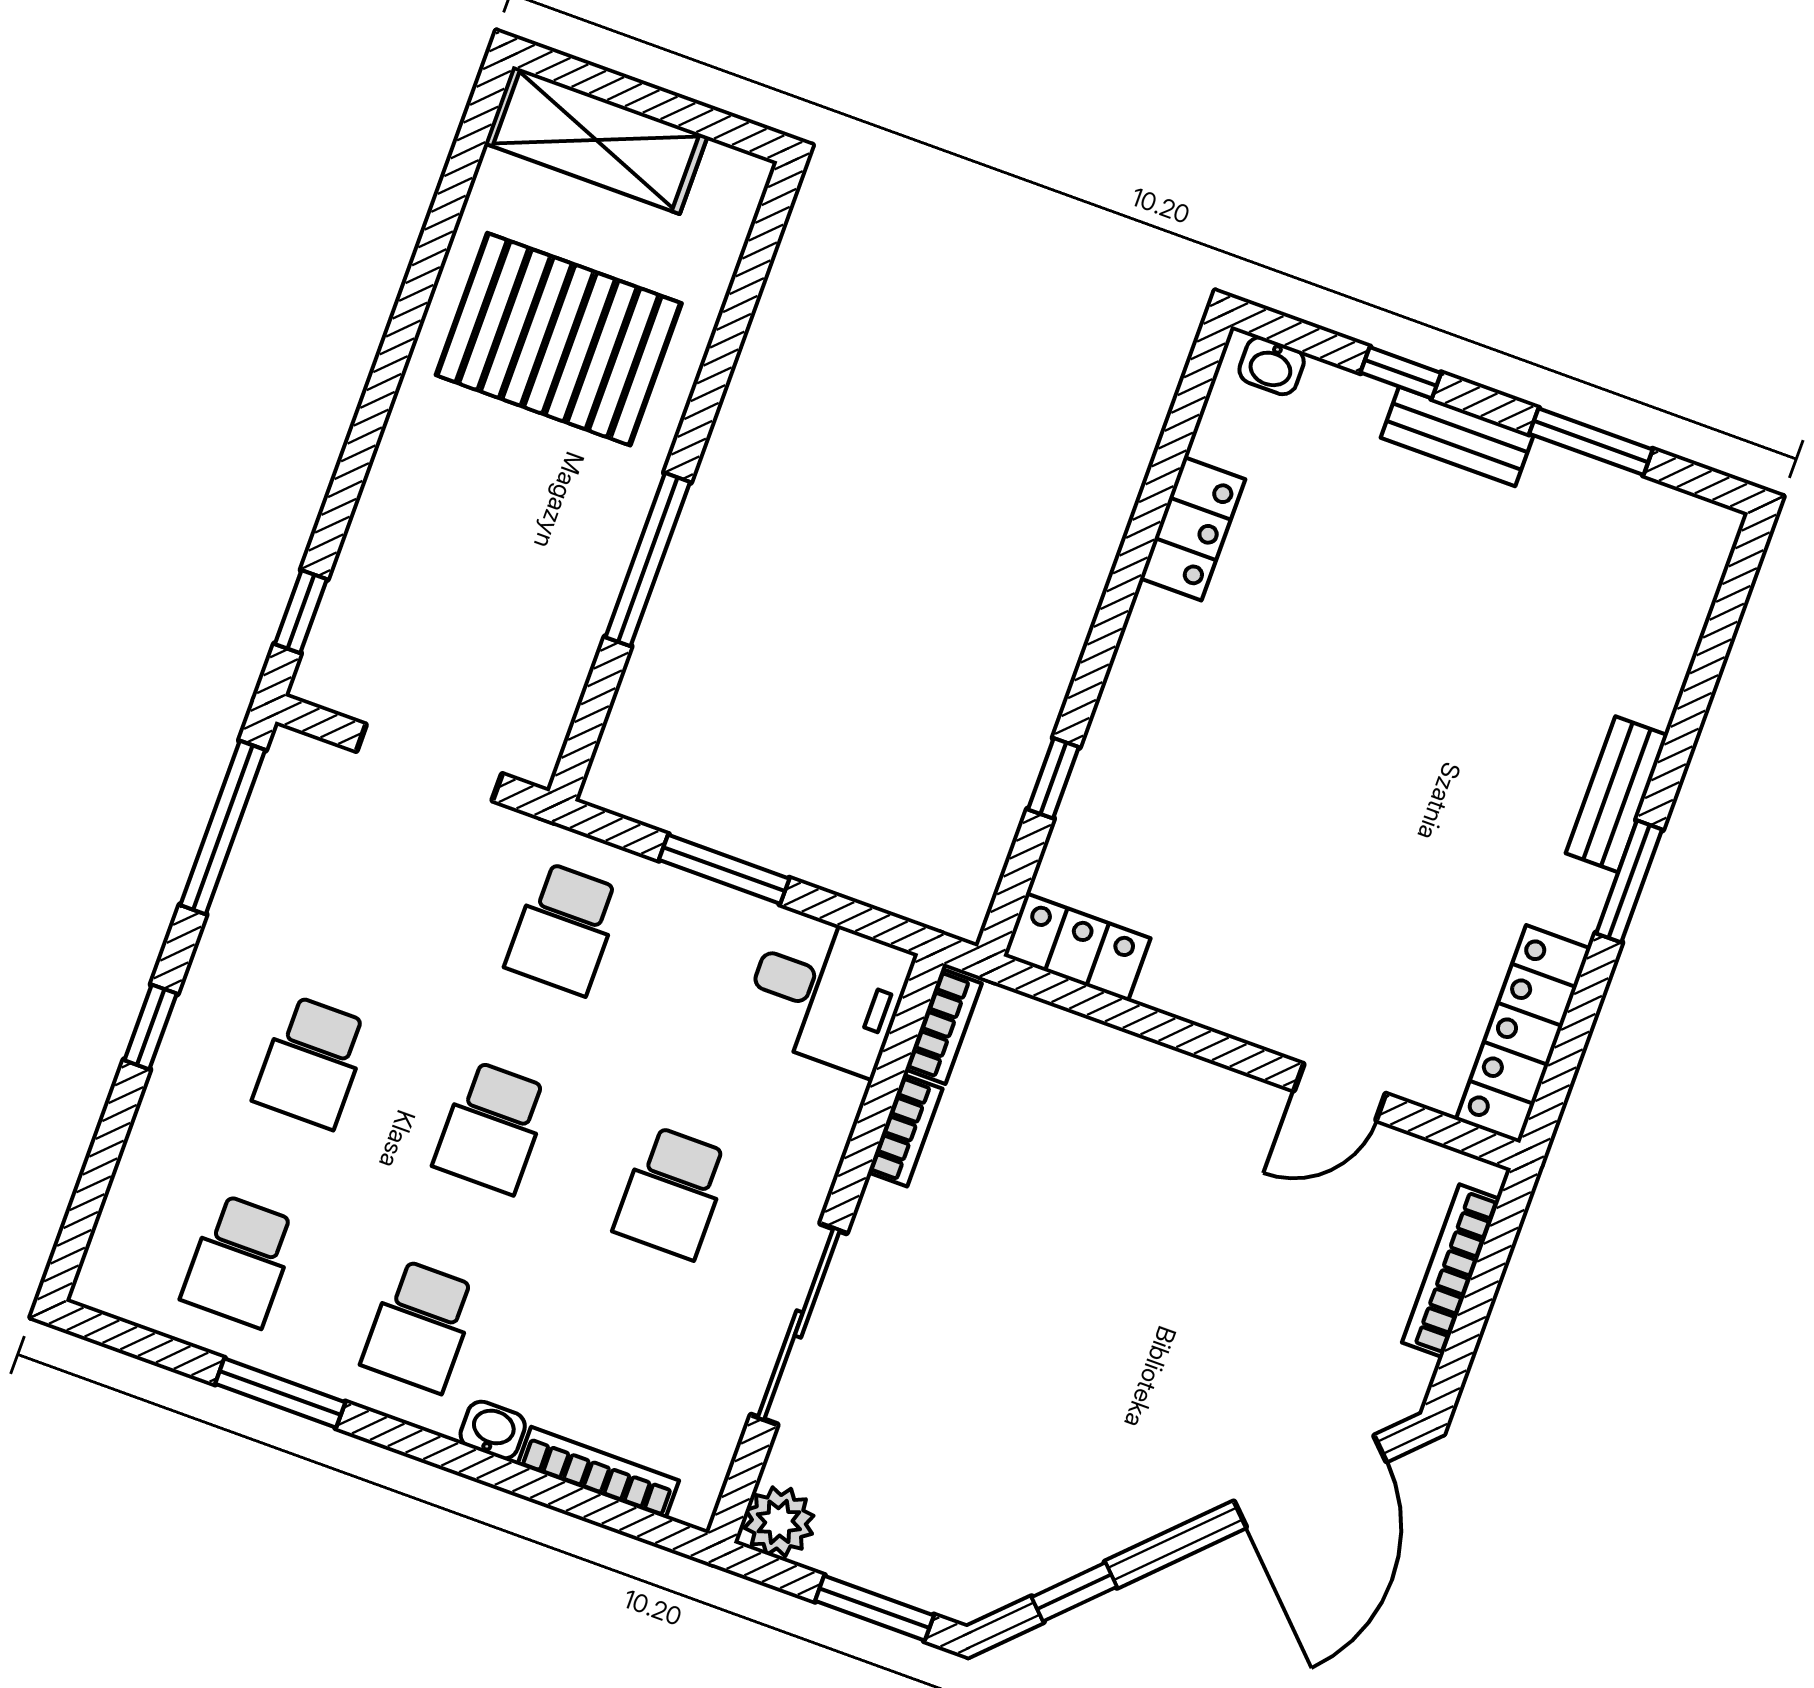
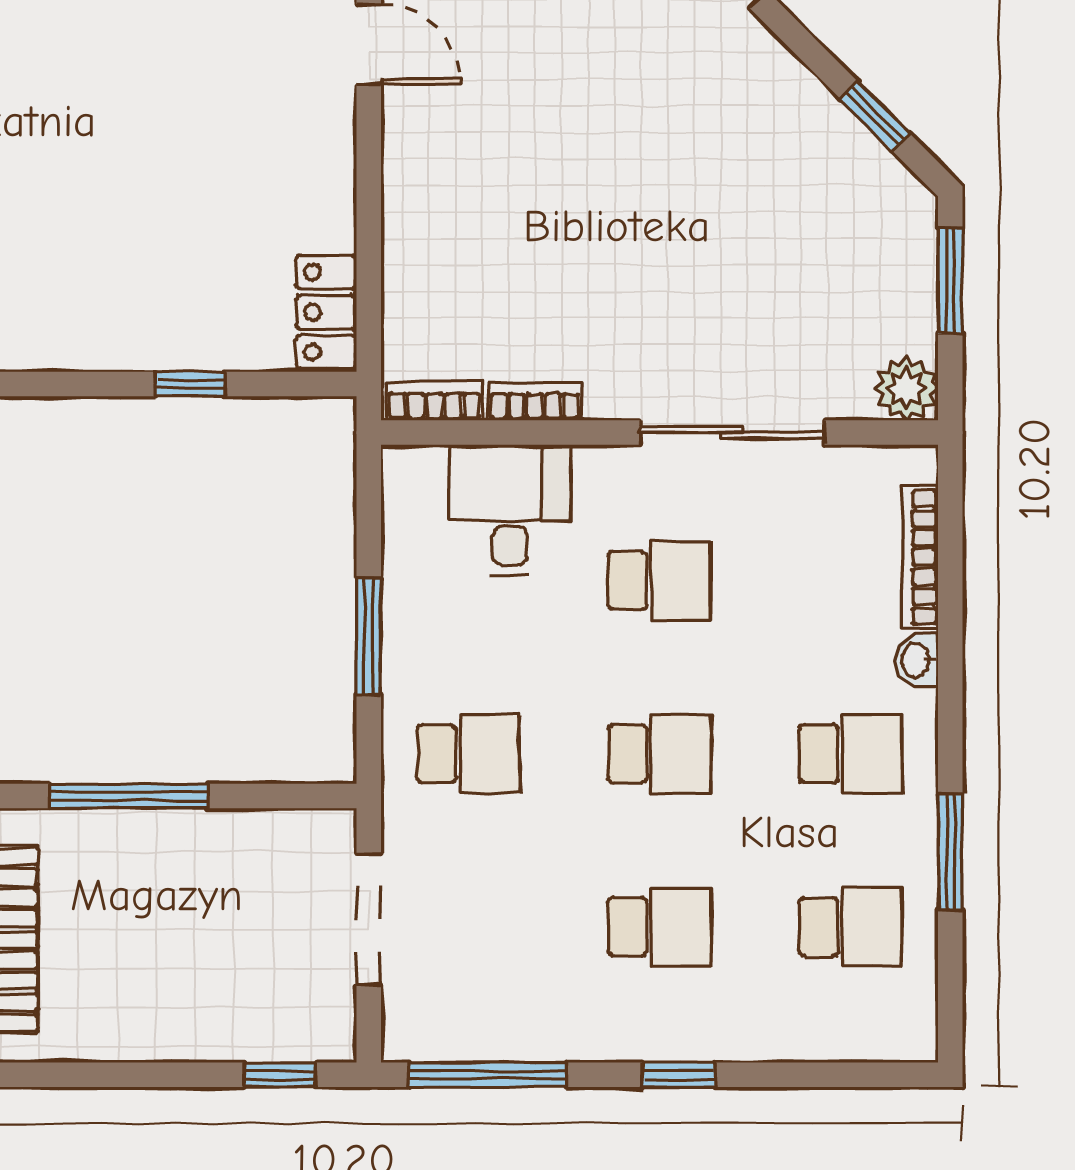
desk: (827, 993) -> (510, 510), moved

